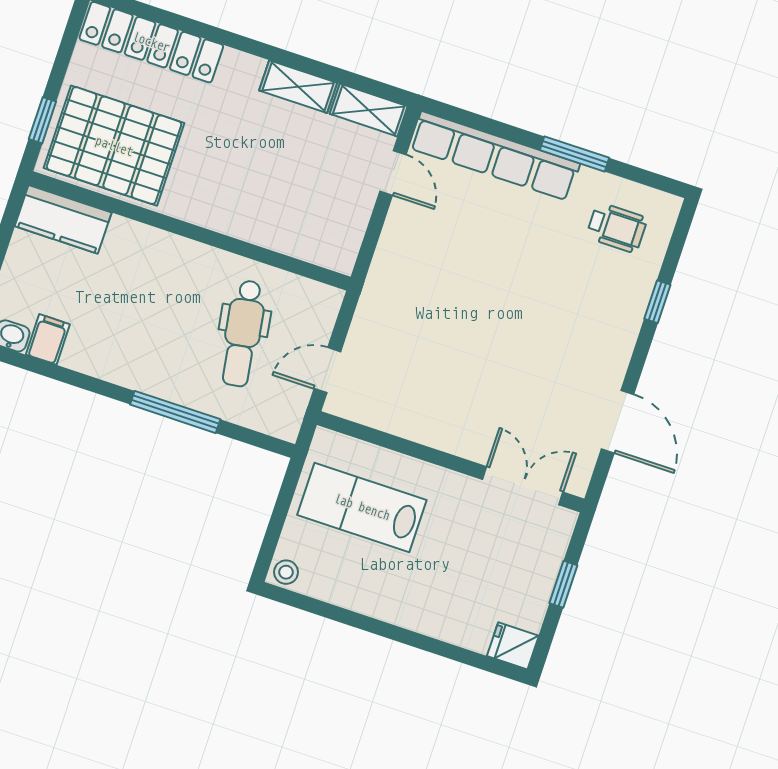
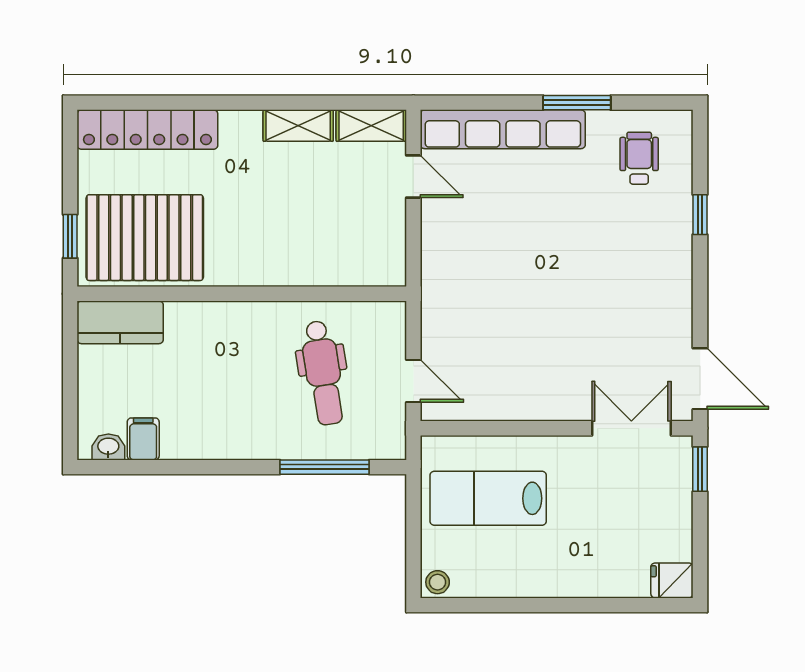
wheelchair: (617, 228) -> (639, 158), turned -90
door: (327, 370) -> (413, 381), swing flipped
window: (175, 412) -> (325, 467), moved
door: (618, 422) -> (700, 379), moved
window: (563, 584) -> (700, 469), moved

